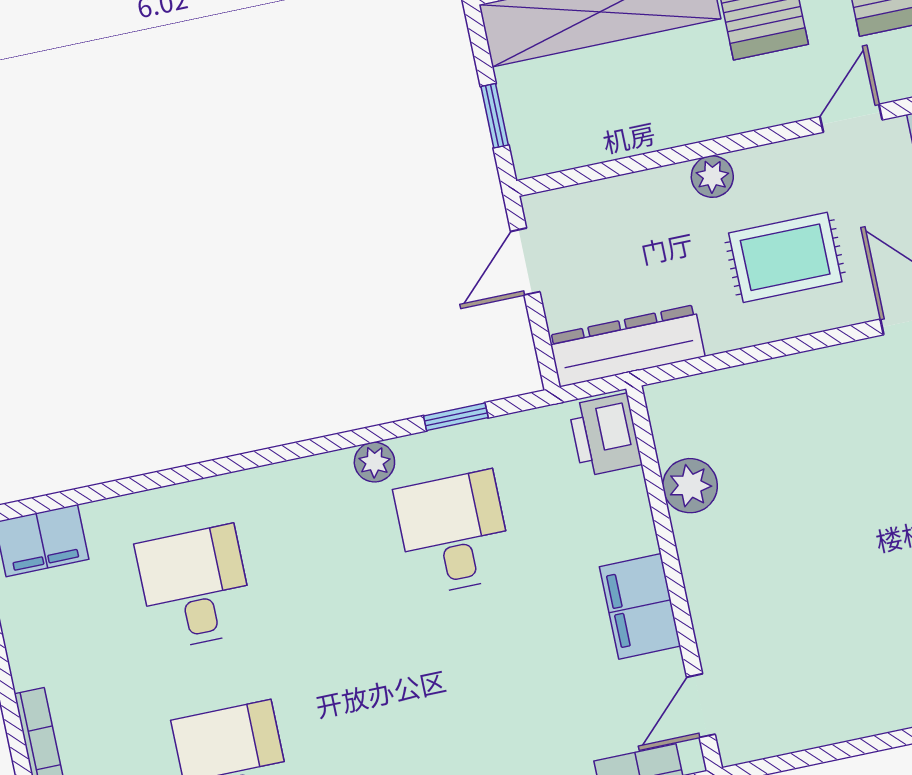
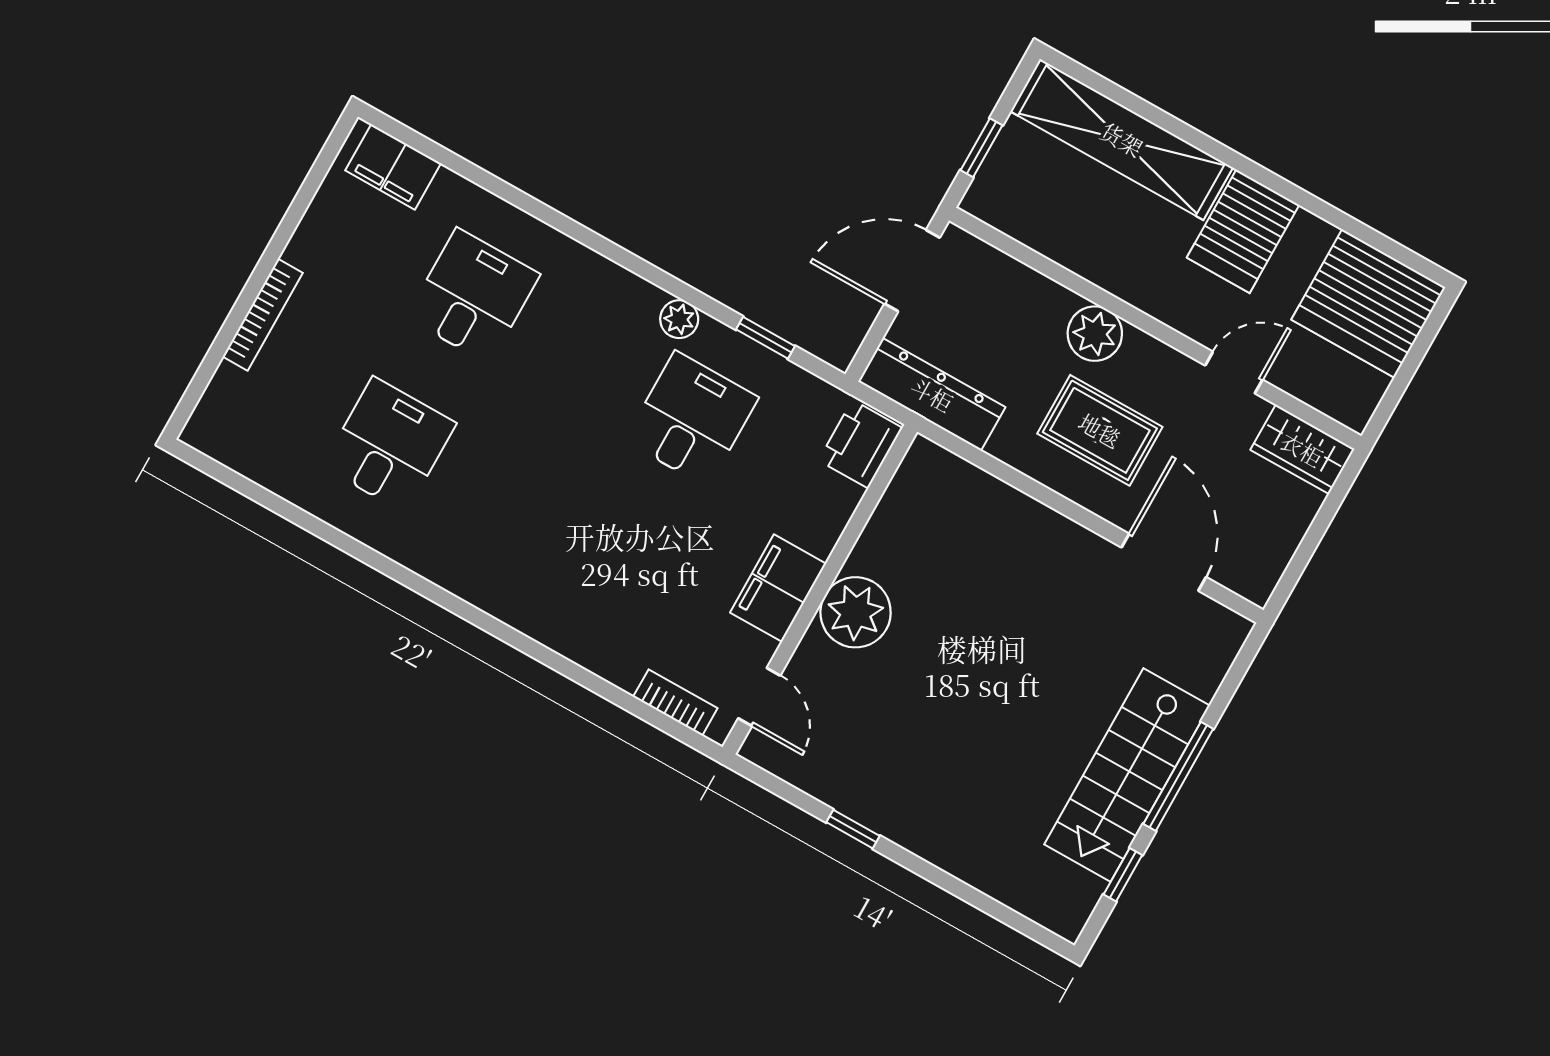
plant: (712, 177) -> (1095, 334), width x1.38, depth x1.38
door: (525, 262) -> (912, 271), width x1.38
plant: (690, 486) -> (856, 612), moved, width x1.36, depth x1.36
door: (701, 706) -> (759, 697), swing flipped
window: (867, 745) -> (853, 829), added

